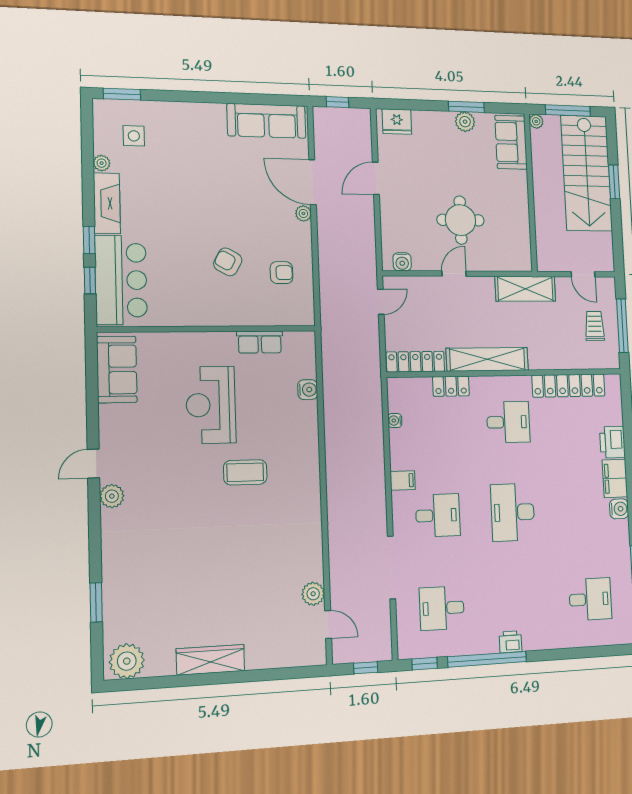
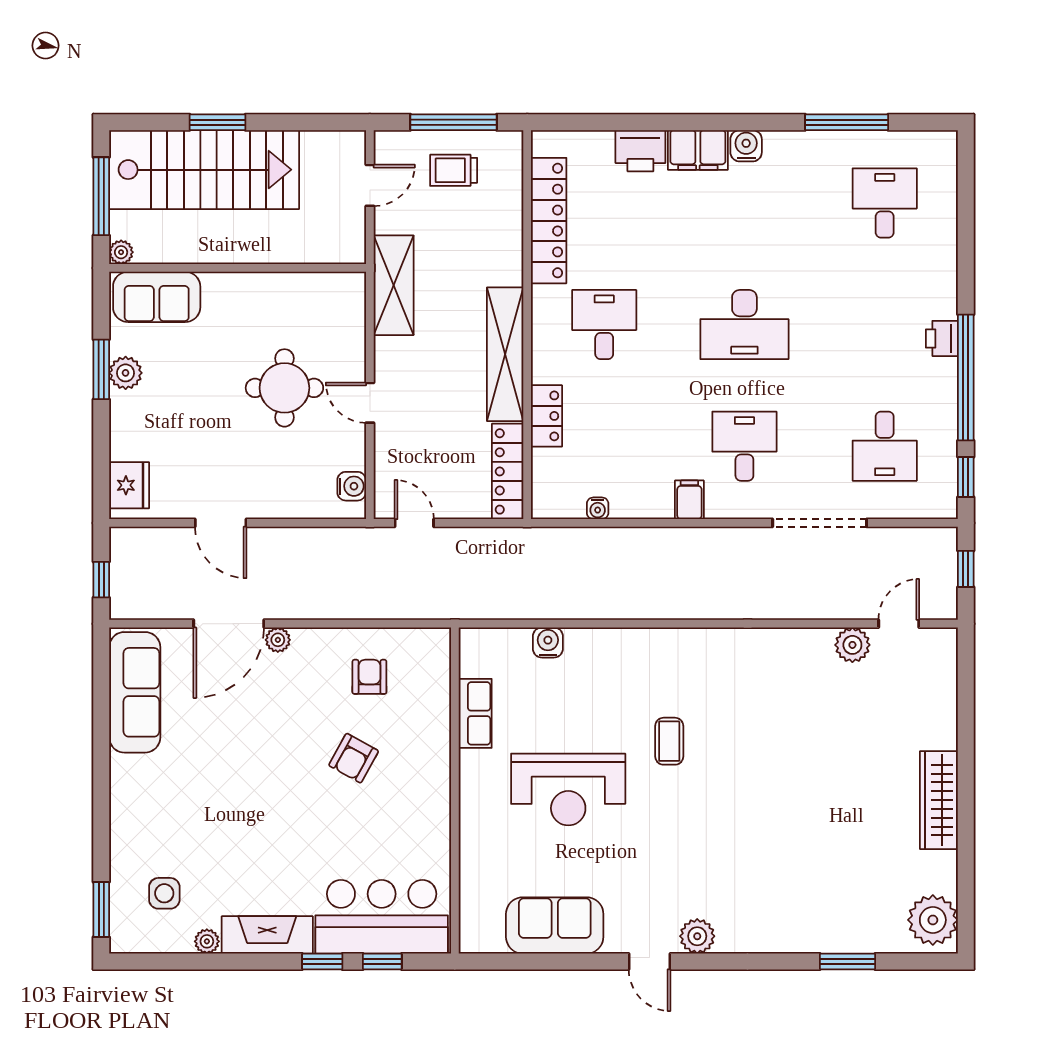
sofa: (117, 369) -> (555, 925), moved
coffee table: (245, 472) -> (669, 741), width x0.73, depth x0.77

